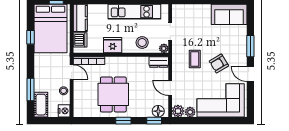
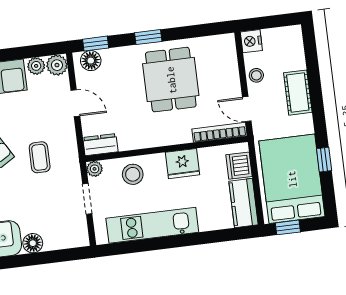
floor lamp: (205, 10) -> (33, 243), added
window: (31, 89) -> (313, 71), removed
cot: (41, 105) -> (298, 93), moved

